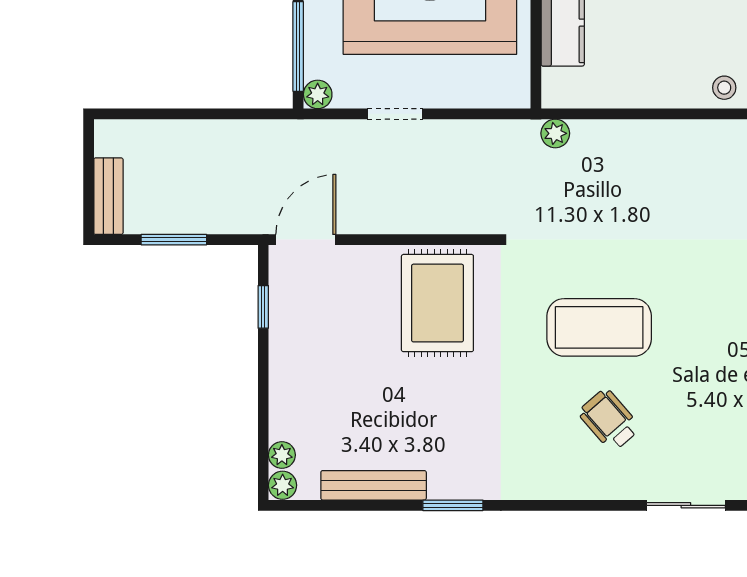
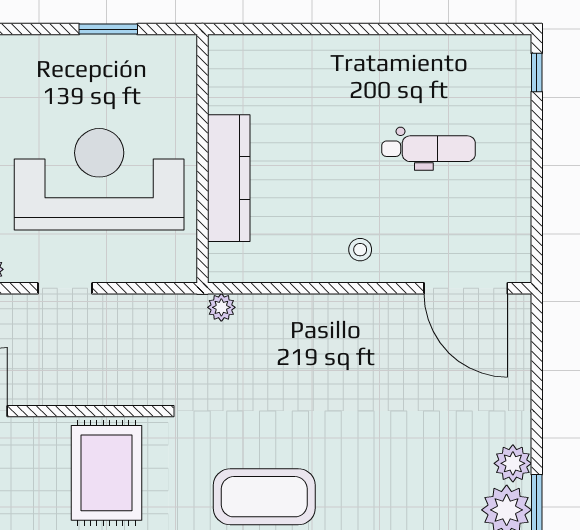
stool: (724, 88) -> (360, 250), moved

